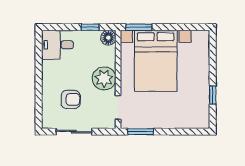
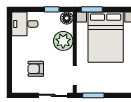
plant: (104, 78) -> (63, 41), moved
armchair: (71, 99) -> (36, 69), turned 180
sliding door: (74, 132) -> (53, 95), moved

